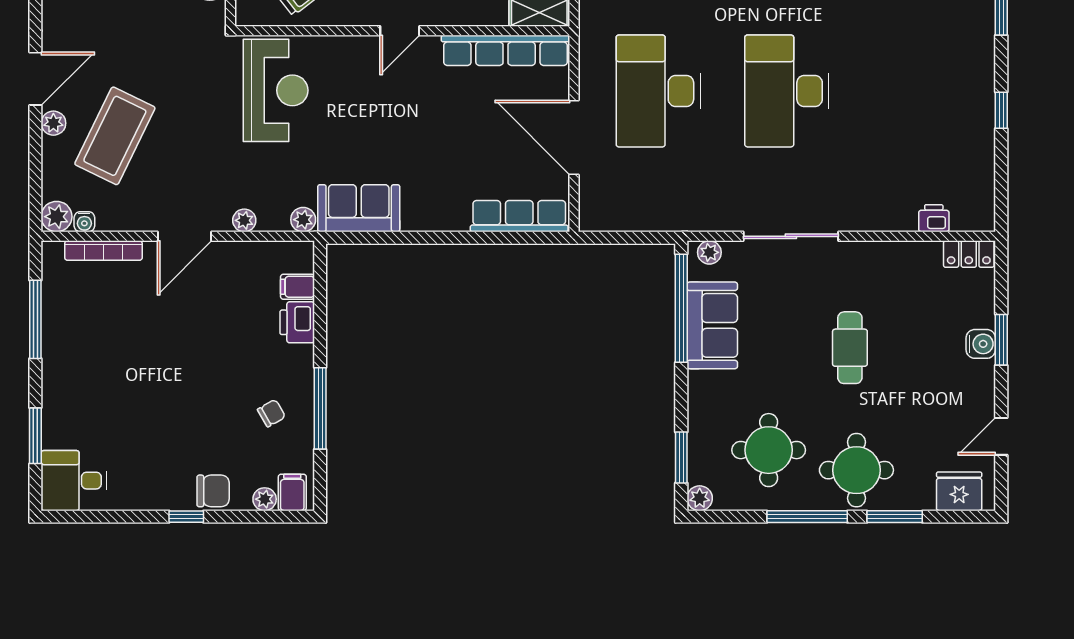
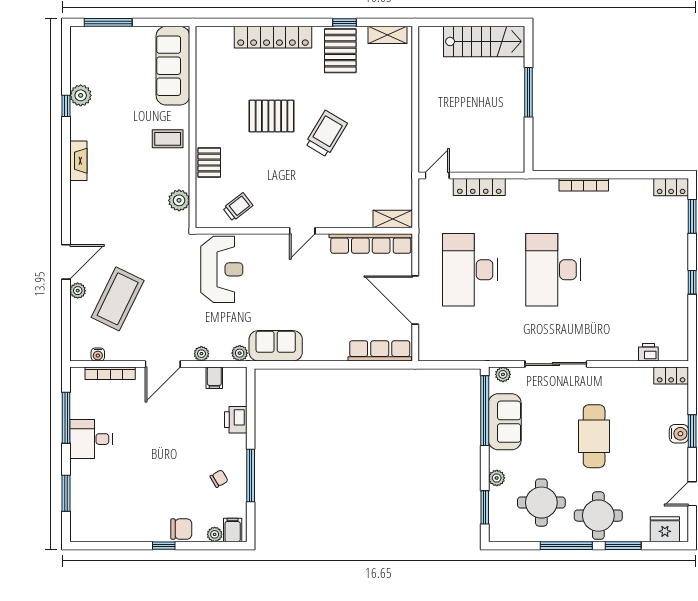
plant: (57, 217) -> (80, 351), removed
filing cabinet: (297, 287) -> (214, 378), moved, turned -90
cafe table: (850, 348) -> (594, 436), width x1.37, depth x1.35
desk: (74, 481) -> (91, 439), moved
plant: (700, 498) -> (497, 478), moved

